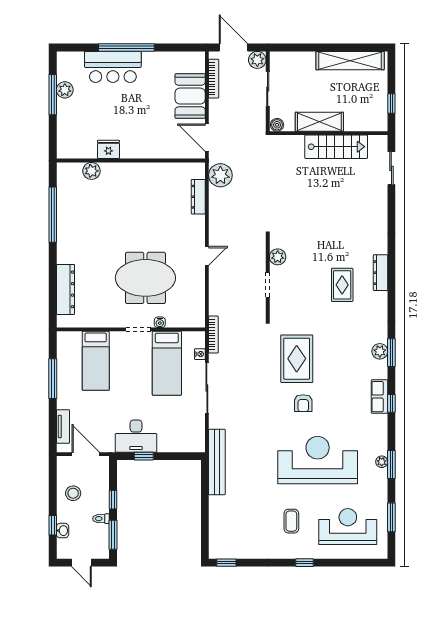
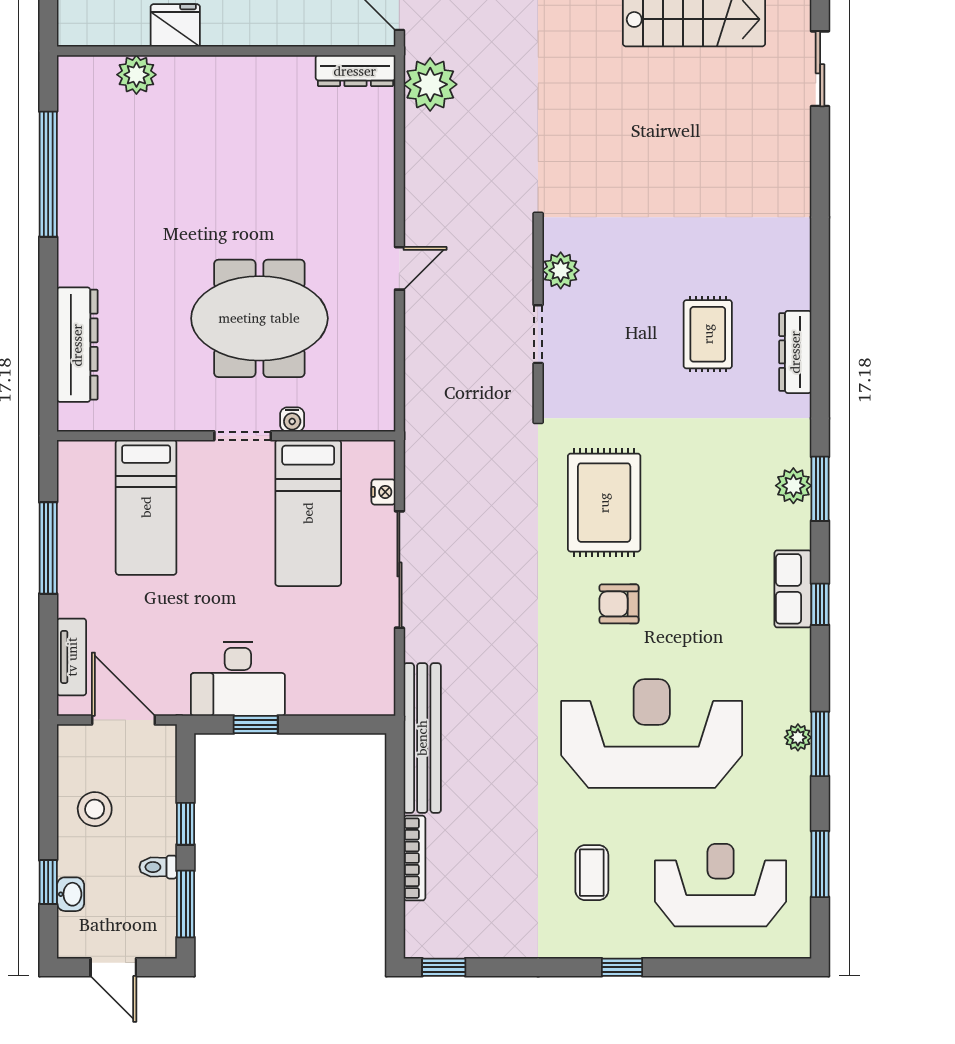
dresser: (198, 197) -> (355, 71), moved, turned -90
dresser: (381, 273) -> (795, 352), moved
bookcase: (213, 335) -> (414, 858), moved
armchair: (303, 403) -> (619, 604), turned 90

